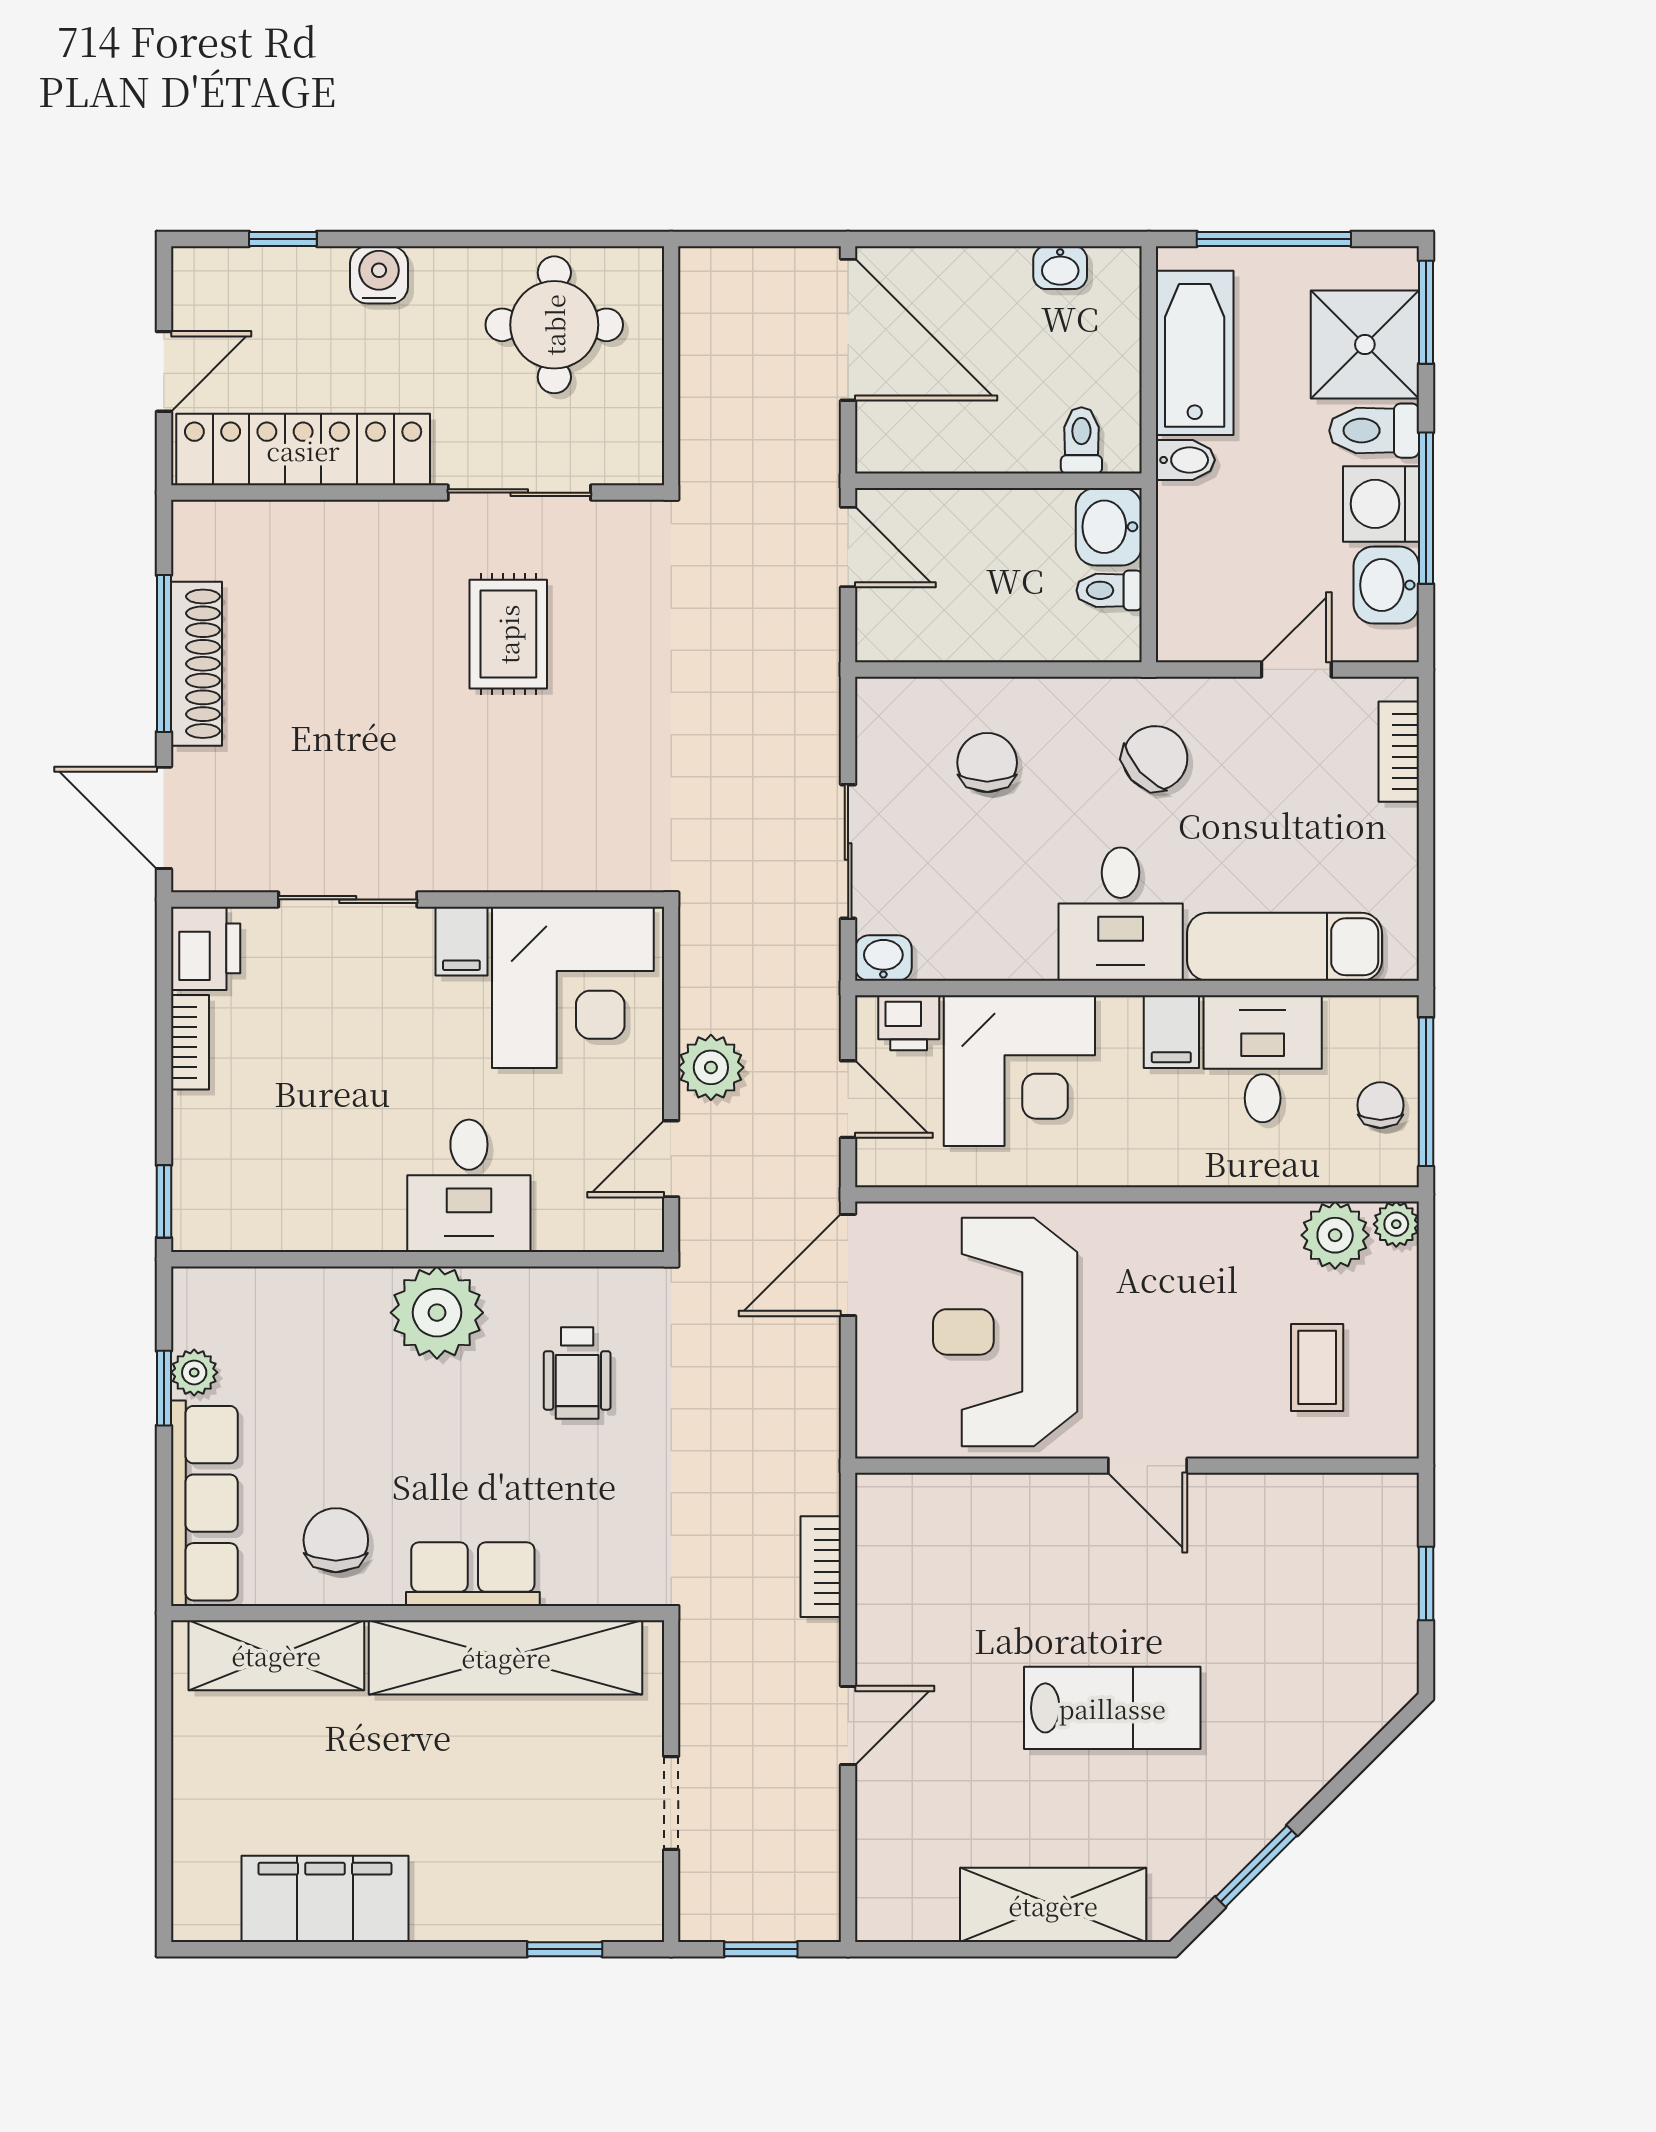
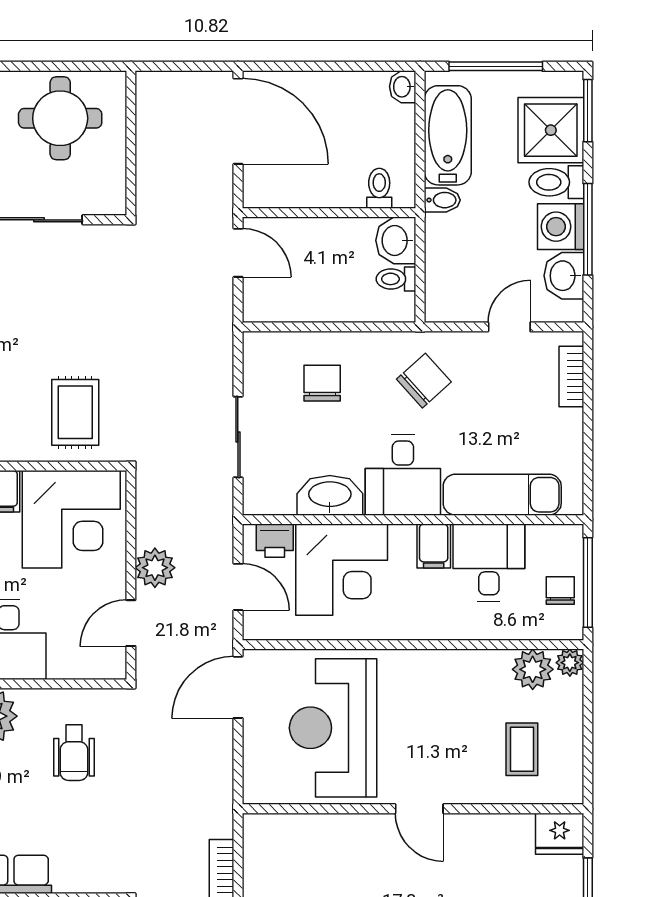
washbasin: (1060, 268) -> (403, 87), moved, turned 90
rug: (508, 634) -> (75, 412), moved
washbasin: (883, 958) -> (330, 495), moved, width x1.91, depth x1.45
fridge: (1379, 1507) -> (560, 834), added

